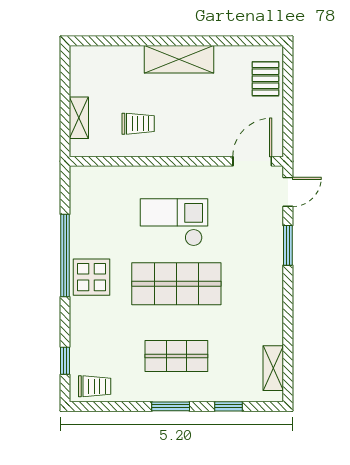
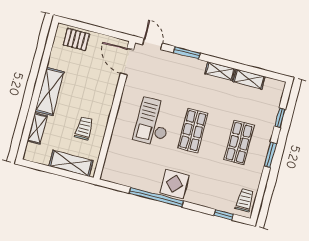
shelving: (120, 55) -> (37, 128), added
shelving: (79, 118) -> (71, 163), width x1.50, depth x1.33
shop shelf: (176, 284) -> (193, 131), width x0.70, depth x0.74
shelving: (274, 301) -> (220, 71), added
shelving: (273, 368) -> (249, 79), moved

